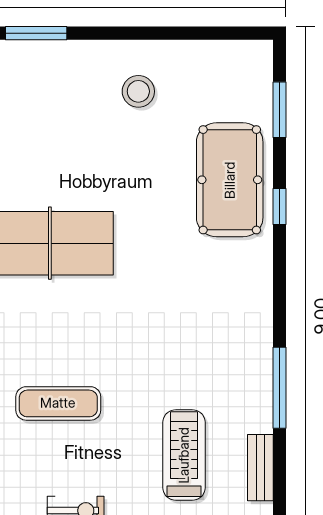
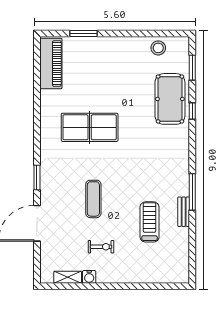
stool: (138, 91) -> (158, 48), moved
exercise mat: (58, 403) -> (93, 199), turned 90
bench: (260, 468) -> (184, 212), moved

